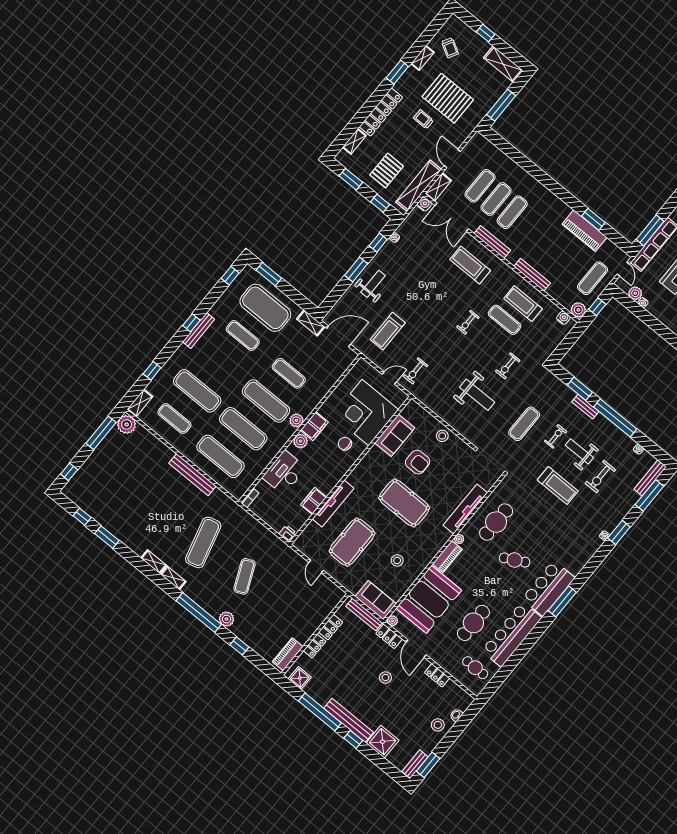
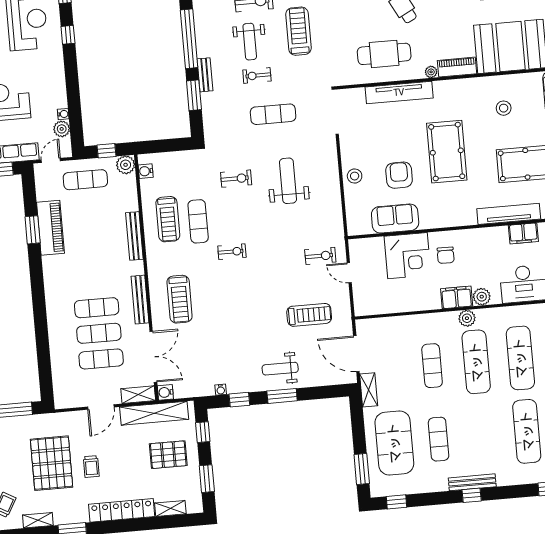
corner desk: (365, 413) -> (407, 256), width x0.74, depth x0.74

